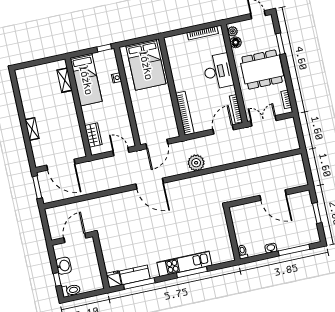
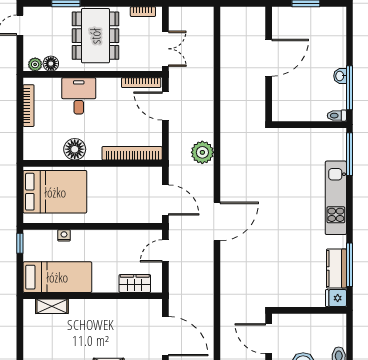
desk: (218, 71) -> (79, 96), width x0.73
floor lamp: (179, 72) -> (75, 149), added
double door: (264, 121) -> (165, 49), swing flipped
door: (61, 165) -> (165, 336), hinge flipped
window: (294, 250) -> (349, 88), moved
window: (192, 272) -> (349, 154), moved

